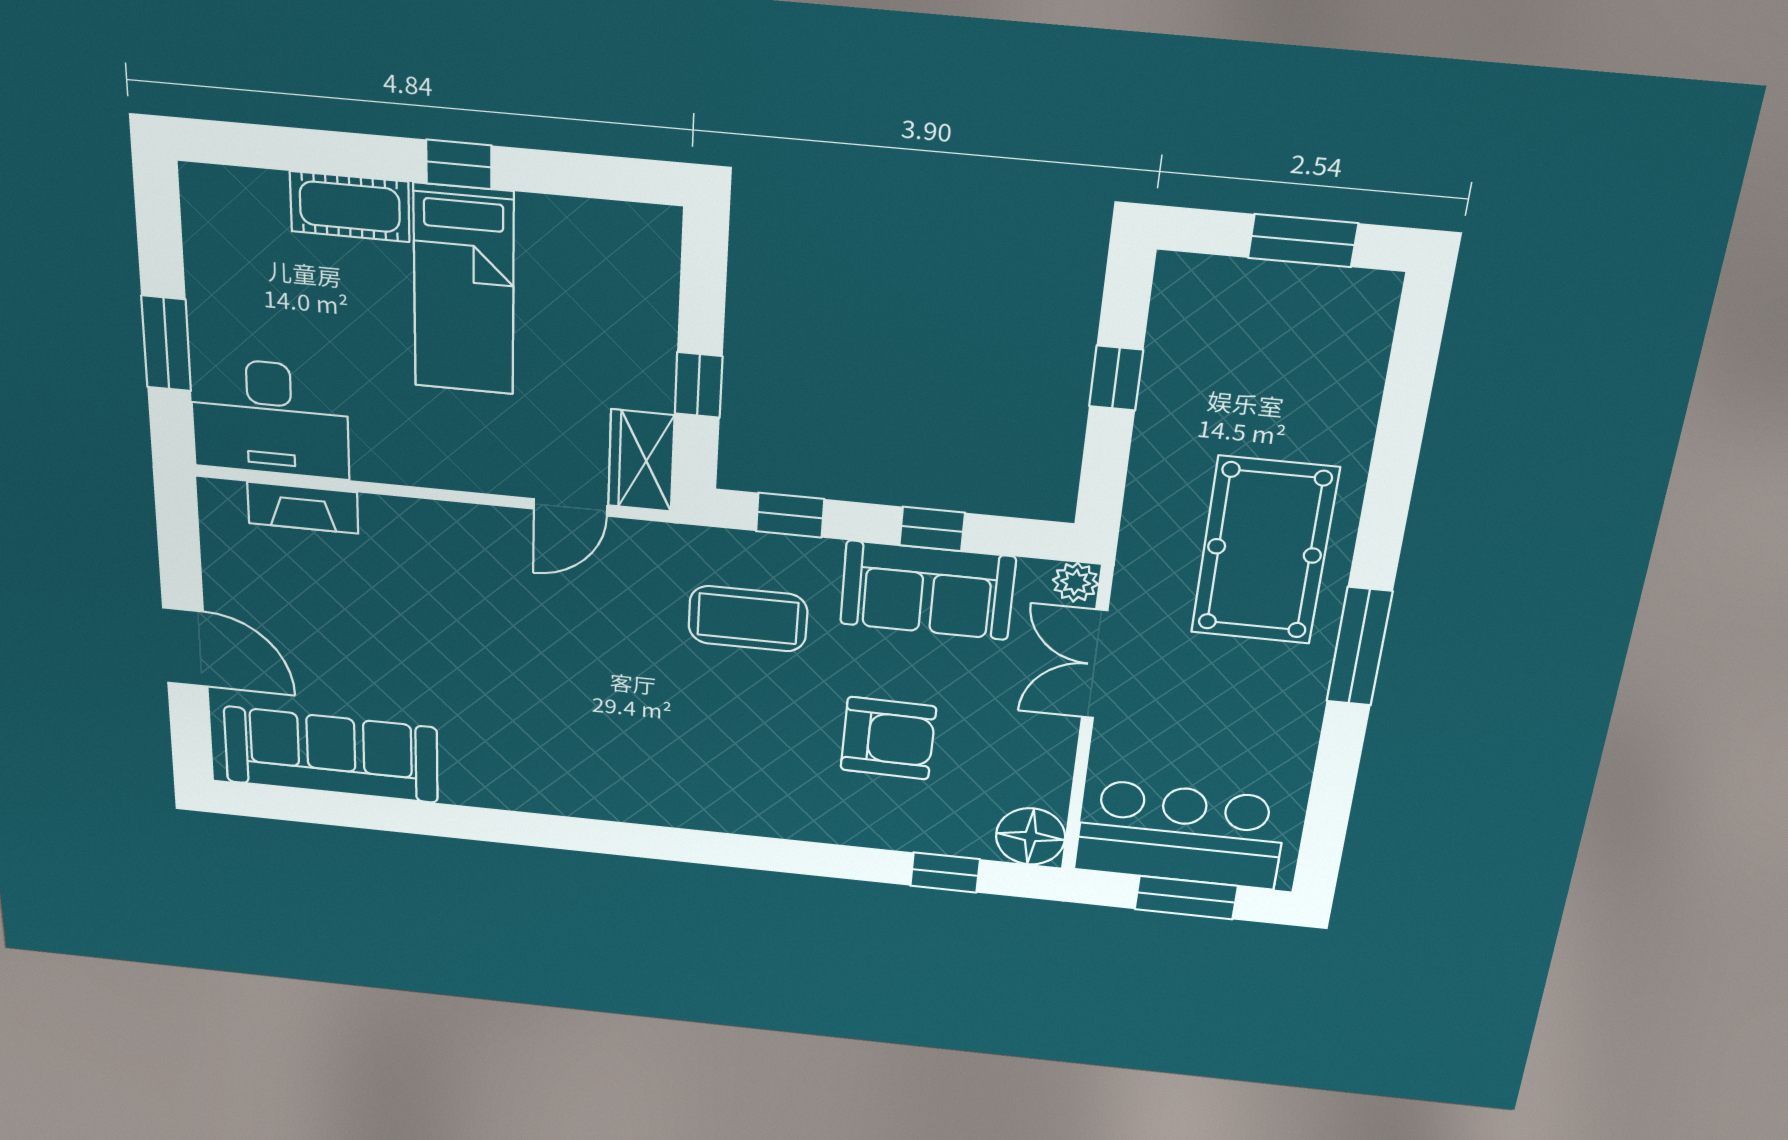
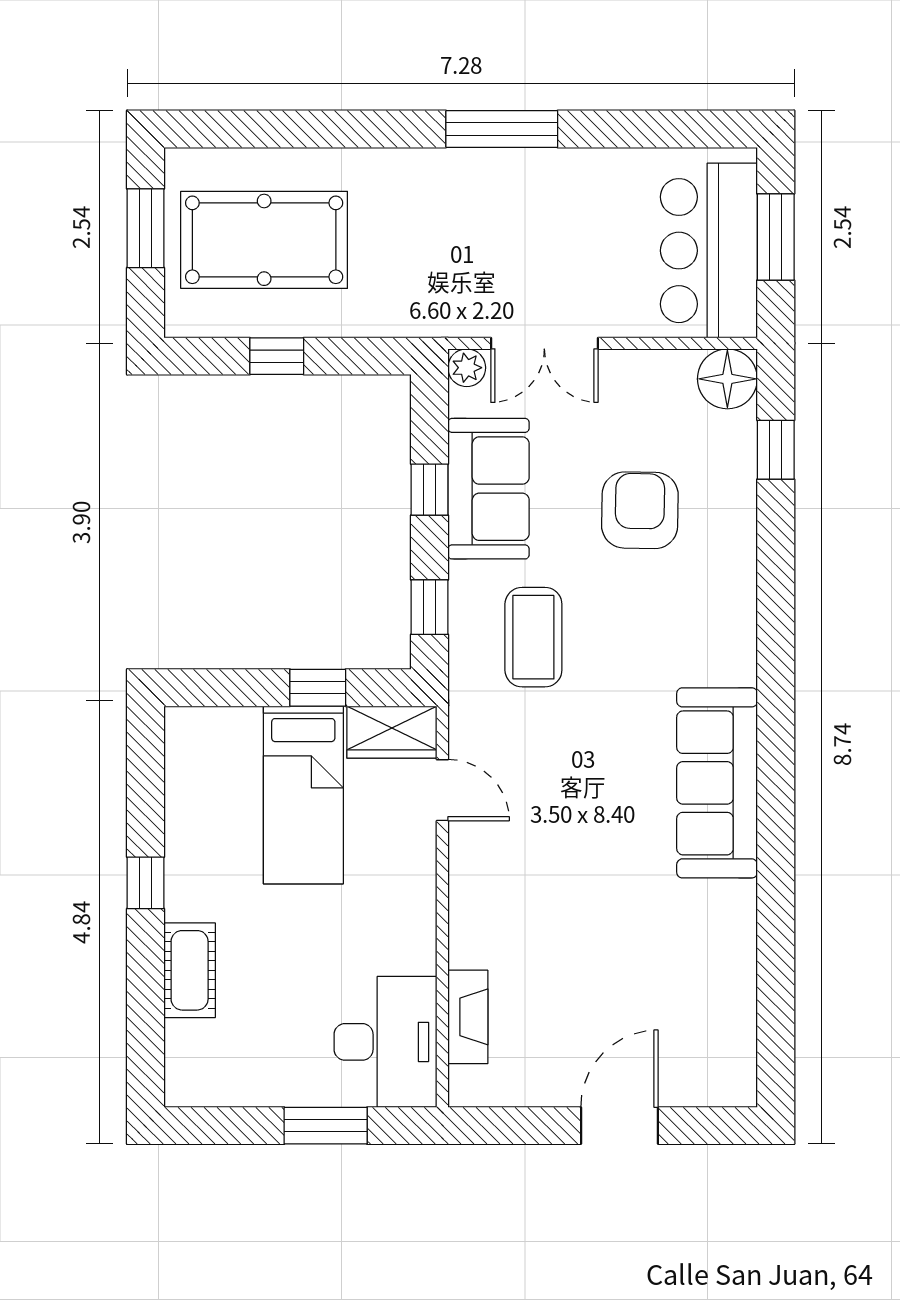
bed: (464, 290) -> (303, 795), moved, turned 90
pool table: (1264, 551) -> (264, 240), moved
sofa: (331, 755) -> (717, 783), moved

